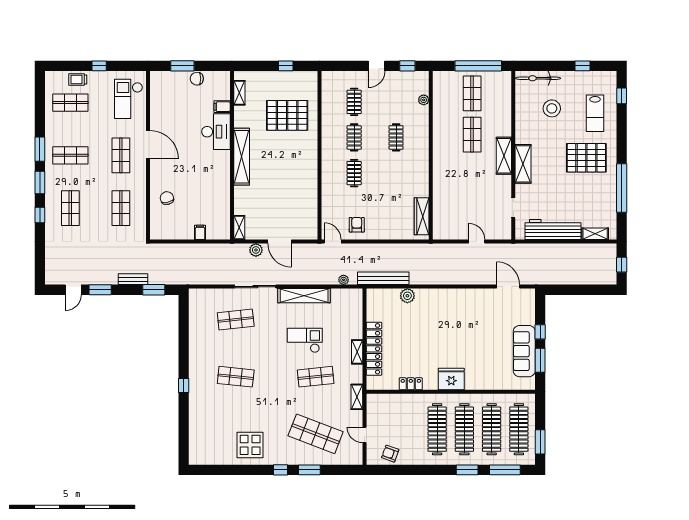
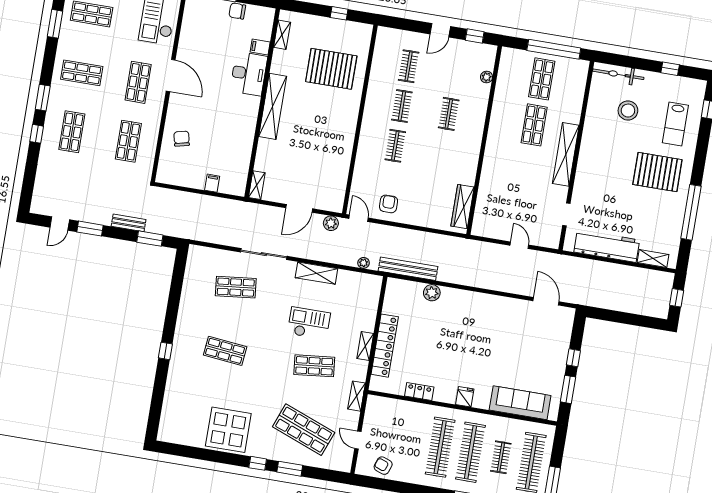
window: (40, 149) -> (55, 24), moved
shelving: (504, 156) -> (566, 154), width x1.47
shelving: (523, 164) -> (586, 167), removed
door: (280, 242) -> (299, 208), hinge flipped
plant: (256, 250) -> (331, 223), moved
shelving: (304, 296) -> (316, 273), width x0.68
sofa: (524, 351) -> (520, 403), moved, turned 90
fridge: (451, 379) -> (465, 397), width x0.53, depth x0.75
clothes rail: (492, 429) -> (501, 457), width x0.54, depth x0.76
display table: (250, 445) -> (228, 430), width x1.36, depth x1.36

